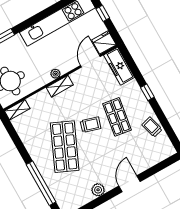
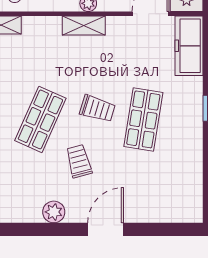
trolley: (152, 127) -> (79, 161), moved
shop shelf: (65, 147) -> (40, 119), width x0.70, depth x0.74

